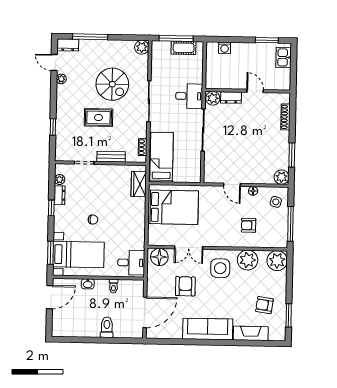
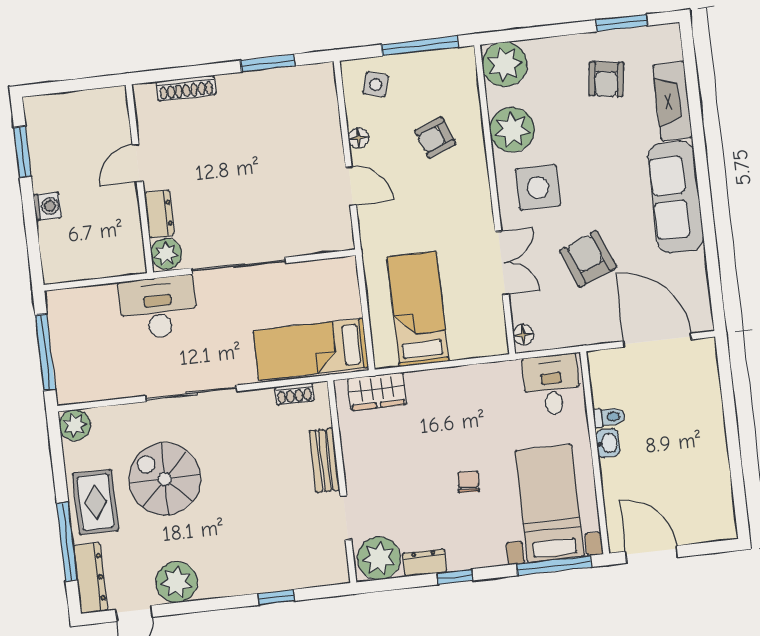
dresser: (68, 45) -> (90, 578), width x1.44
cot: (184, 48) -> (64, 333), removed
washing machine: (225, 48) -> (47, 206), moved
kitchen sink: (284, 57) -> (56, 110), removed
plant: (61, 79) -> (177, 582), width x1.87, depth x1.87
spiral stairs: (112, 84) -> (165, 479), turned -90
desk: (189, 96) -> (158, 307), width x1.37
rug: (98, 117) -> (95, 502), moved
plant: (282, 177) -> (319, 79), removed
plant: (60, 179) -> (379, 558), width x1.88, depth x1.88
door: (232, 185) -> (351, 186), hinge flipped
bed: (173, 207) -> (418, 309), width x0.67
armchair: (249, 225) -> (435, 138), turned 69
window: (50, 253) -> (554, 566), width x1.44
floor lamp: (159, 257) -> (523, 335), width x0.53, depth x0.53
washbasin: (88, 284) -> (608, 443), moved
armchair: (185, 286) -> (588, 259), turned 68
toilet: (107, 327) -> (701, 420), removed

